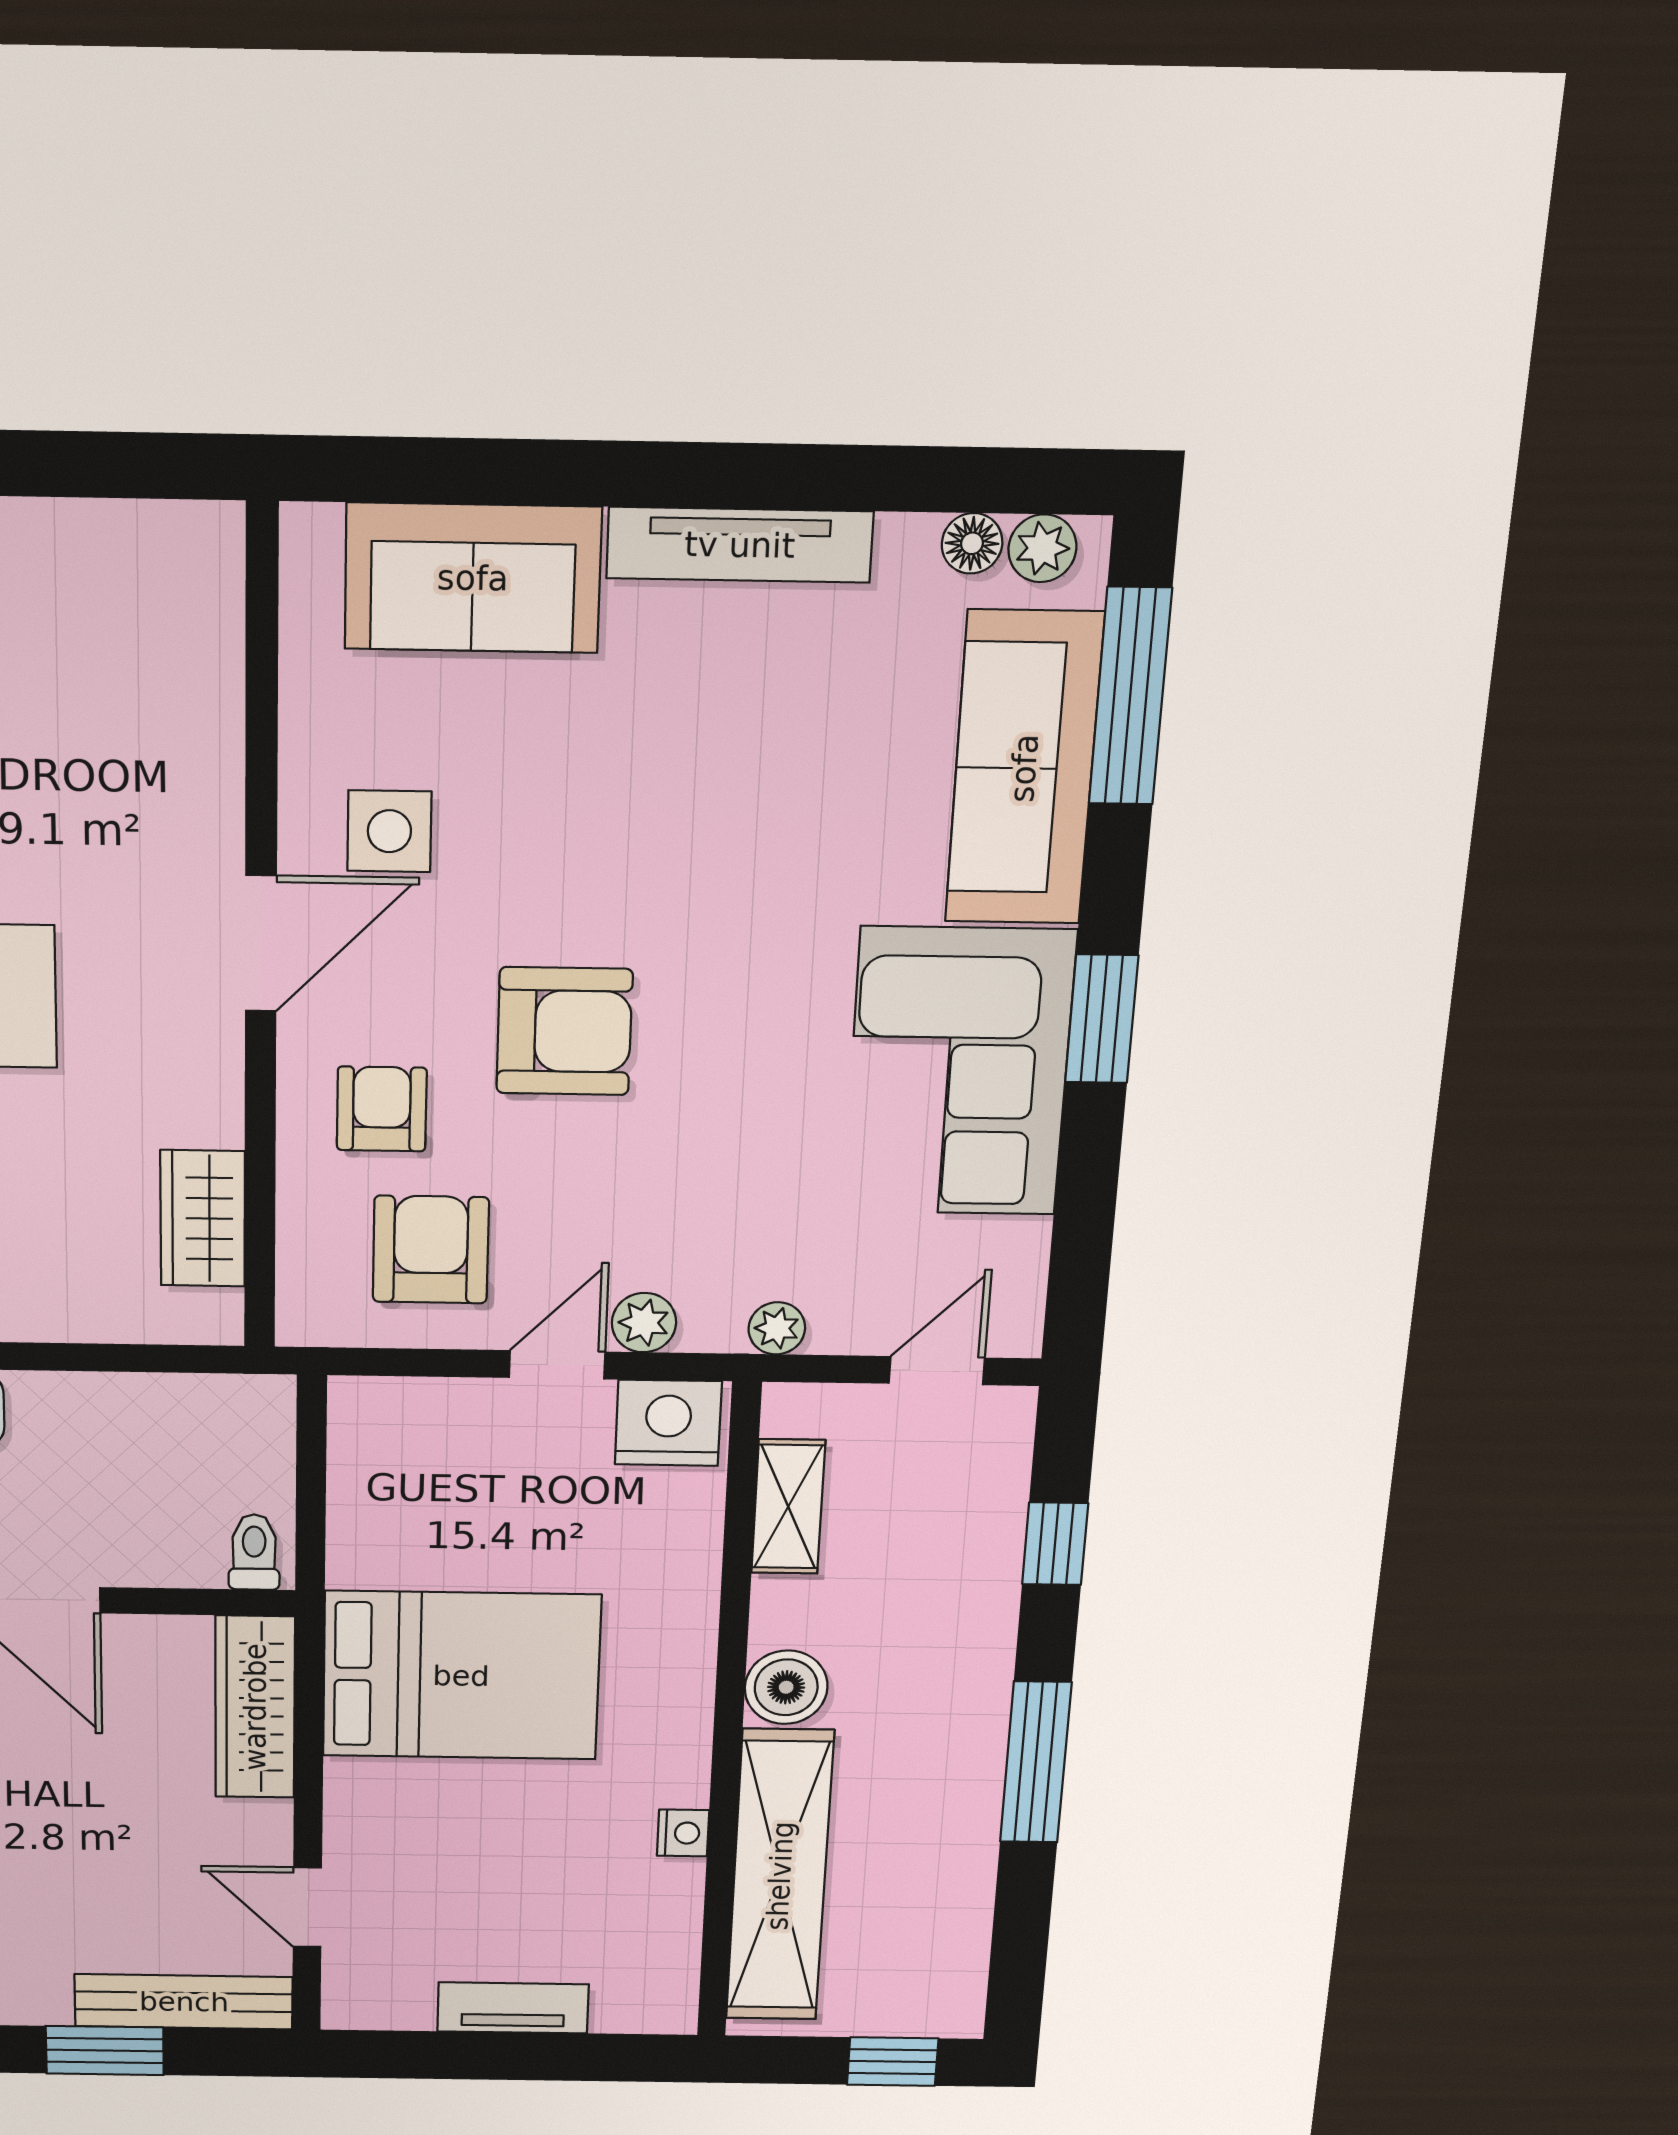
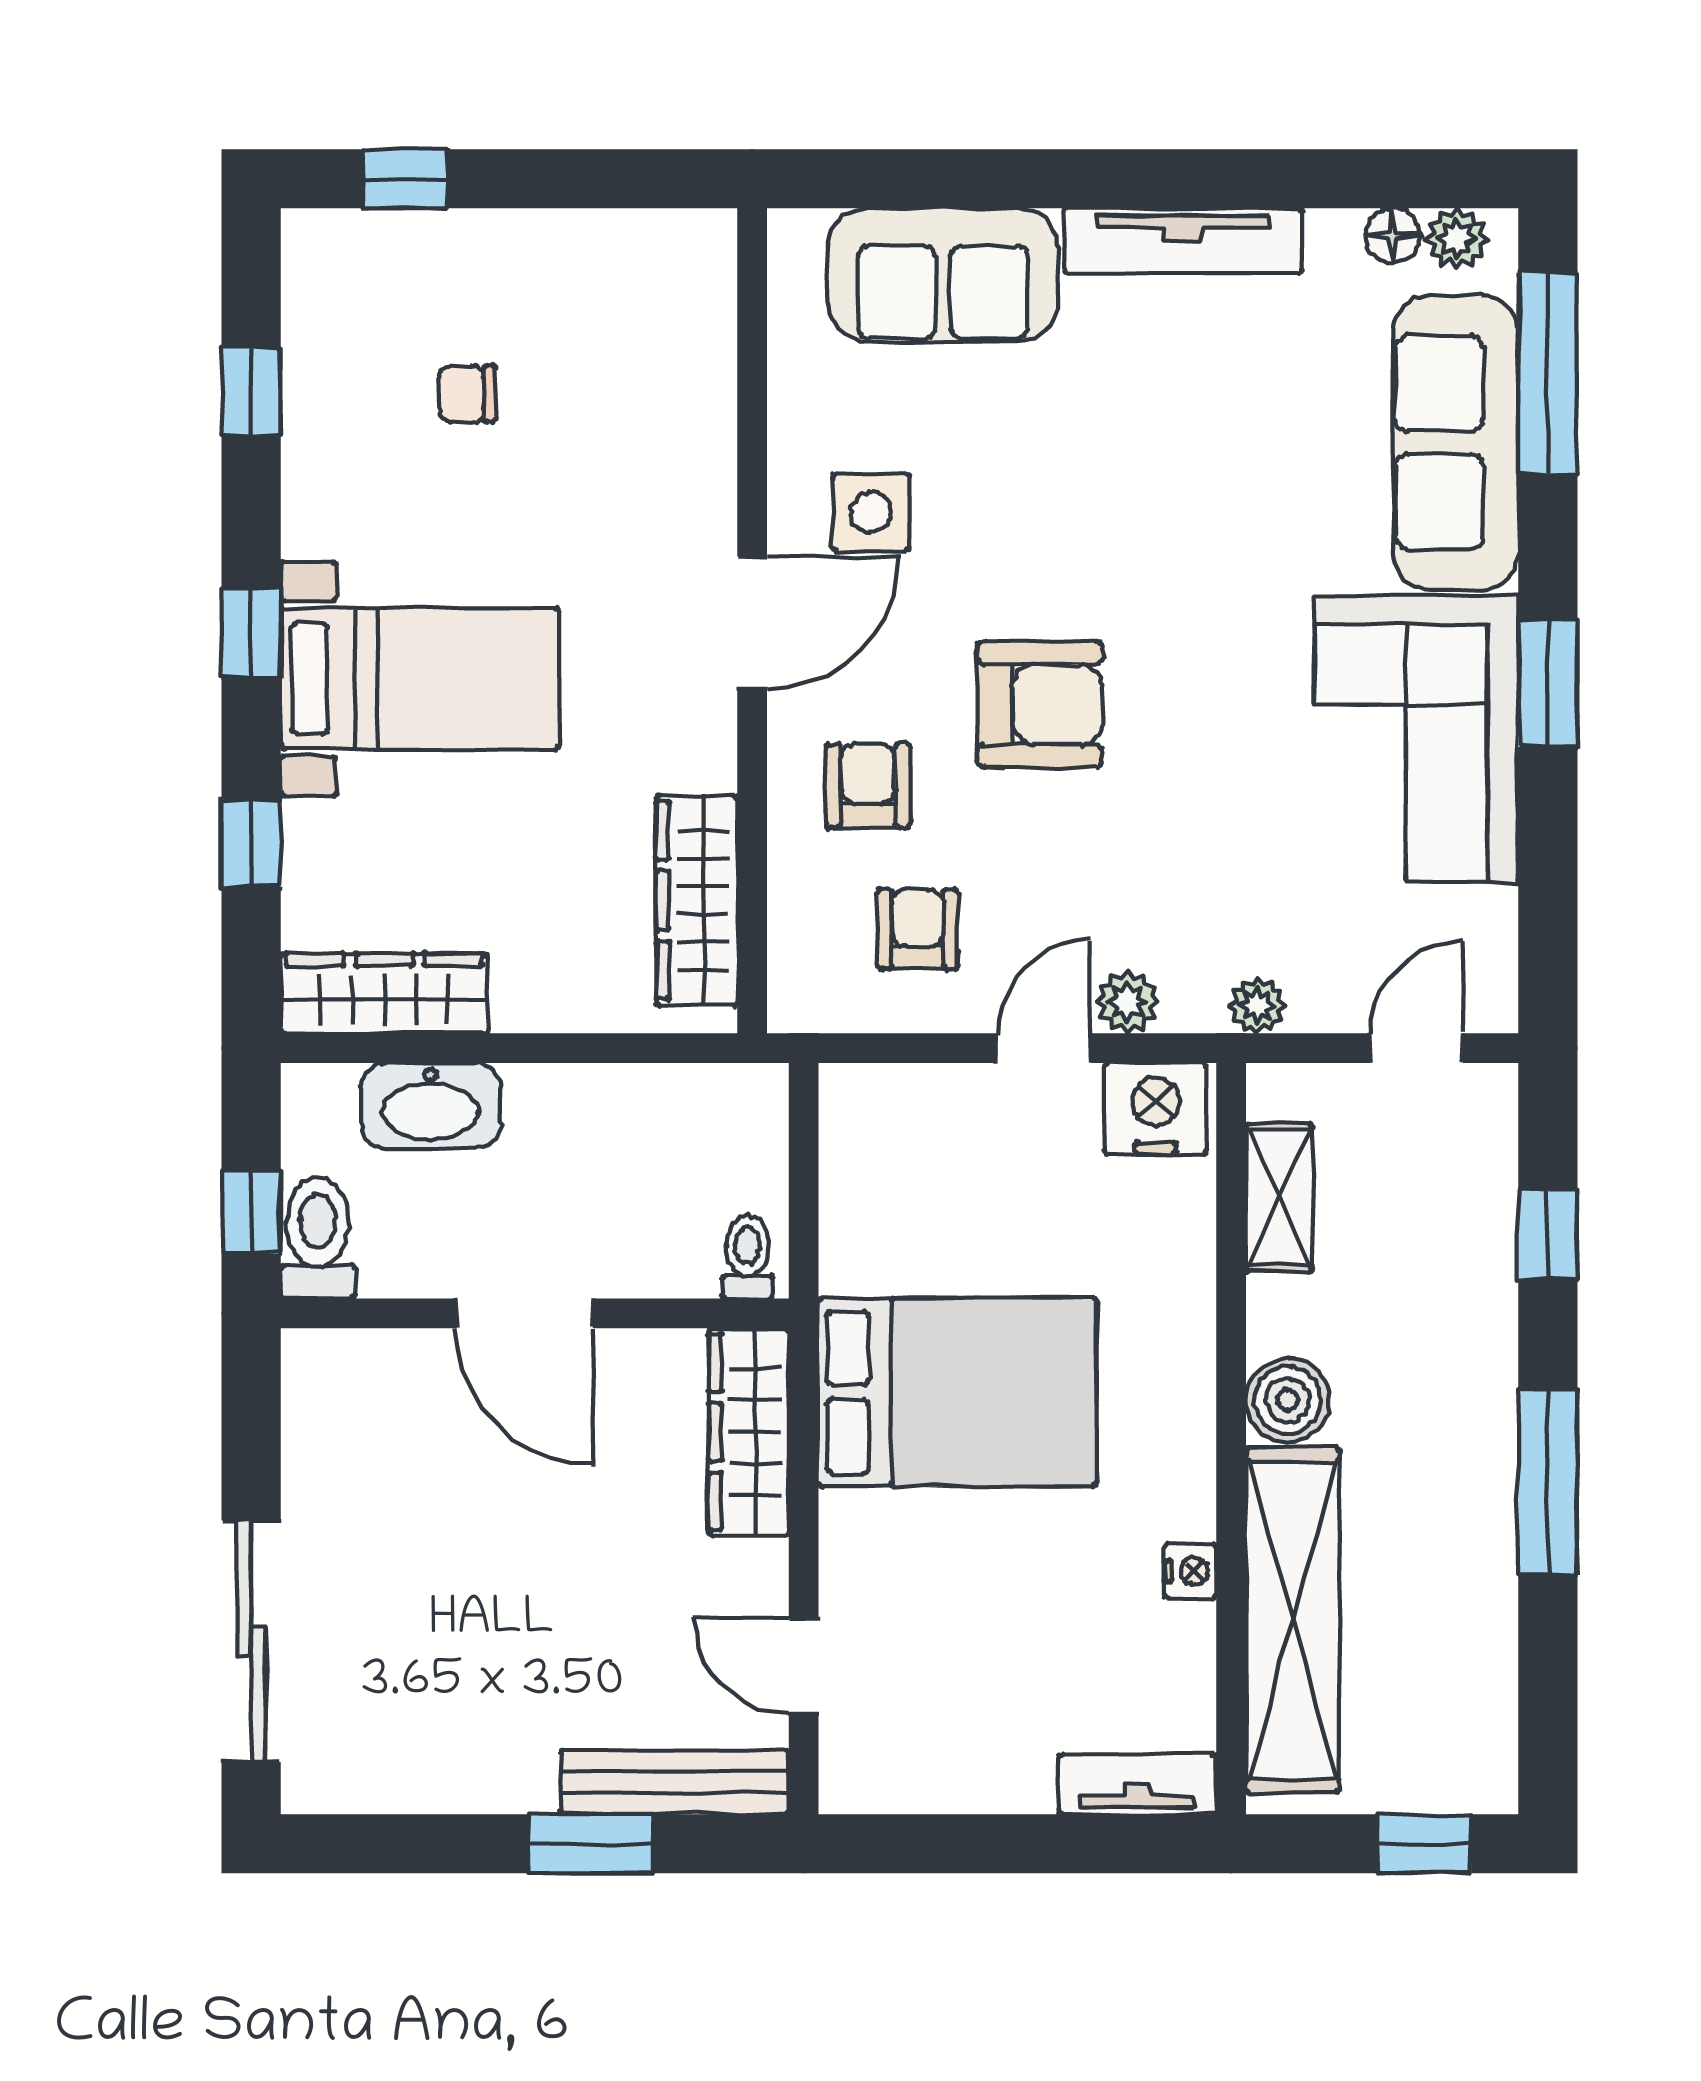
wardrobe: (203, 1218) -> (697, 900), width x1.50
armchair: (431, 1250) -> (918, 929), width x0.72, depth x0.72
tv unit: (513, 2008) -> (1137, 1784), moved

